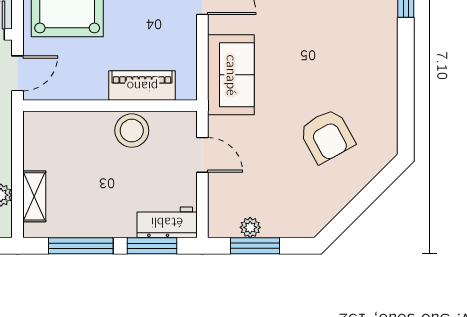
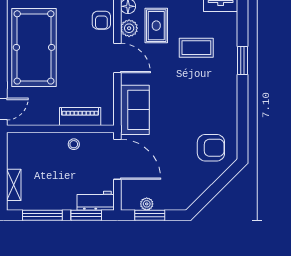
stool: (132, 131) -> (74, 144), width x0.53, depth x0.53
armchair: (327, 136) -> (211, 148), moved, turned -61
door: (202, 155) -> (117, 159), width x1.87

